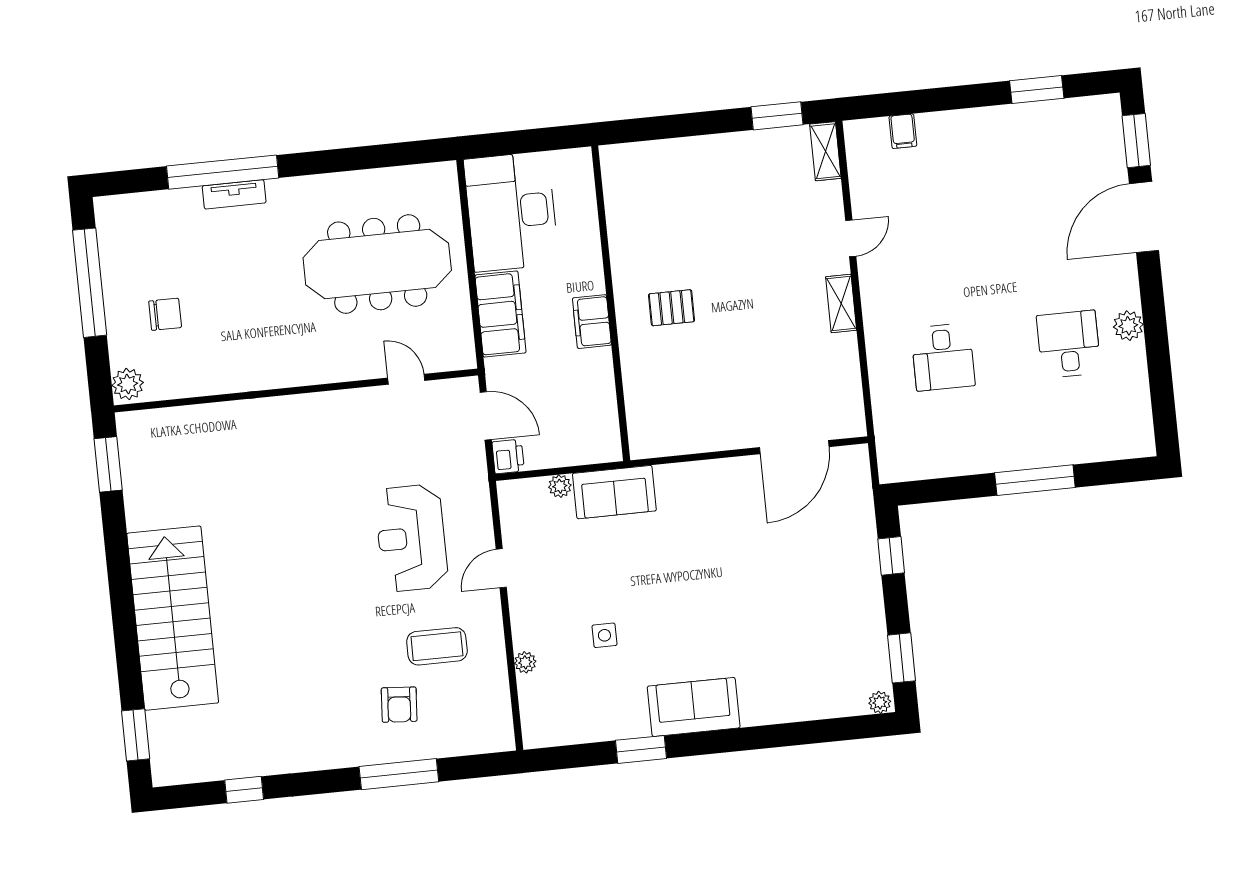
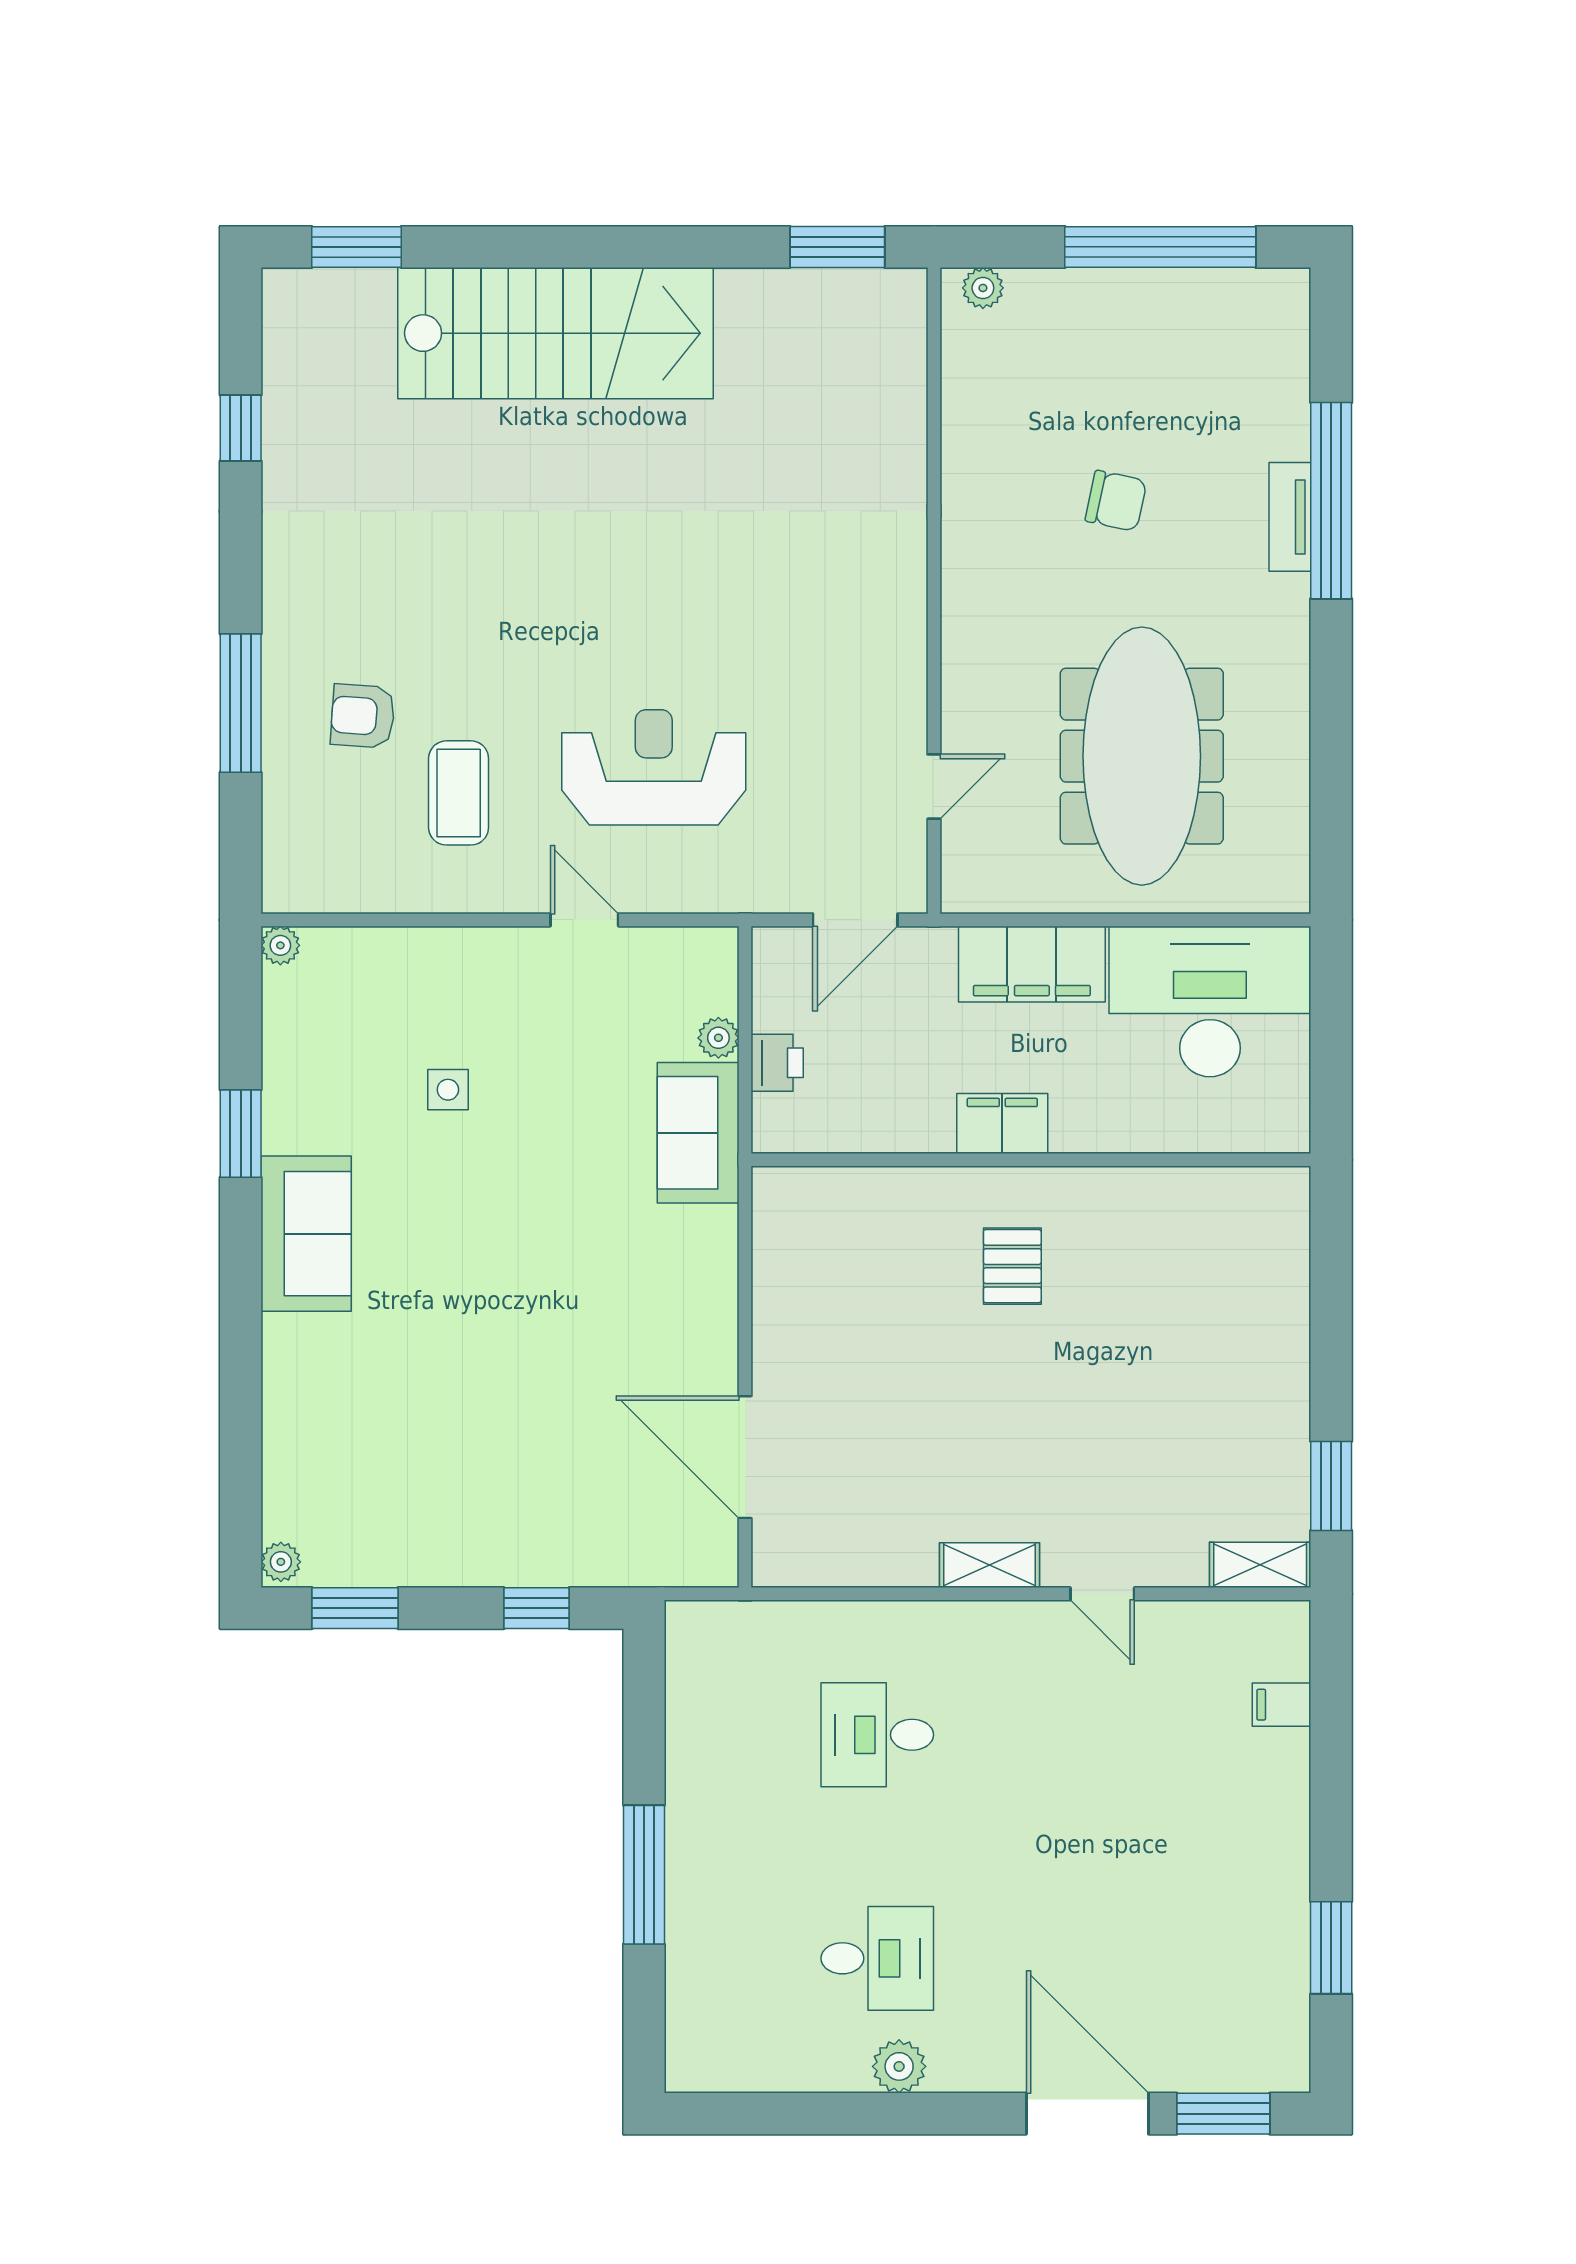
chair: (165, 314) -> (1116, 501), moved, turned -78
plant: (128, 384) -> (983, 288), width x0.73, depth x0.73
printer: (508, 457) -> (777, 1063), moved, turned -90
plant: (525, 662) -> (280, 945), moved

